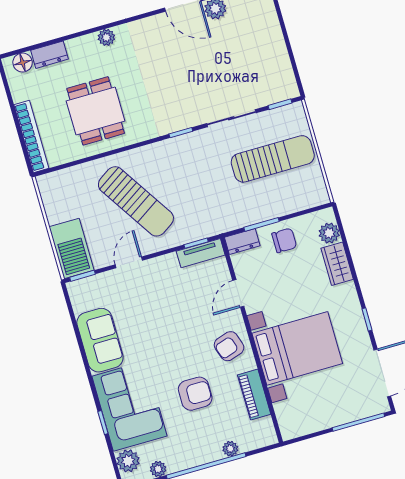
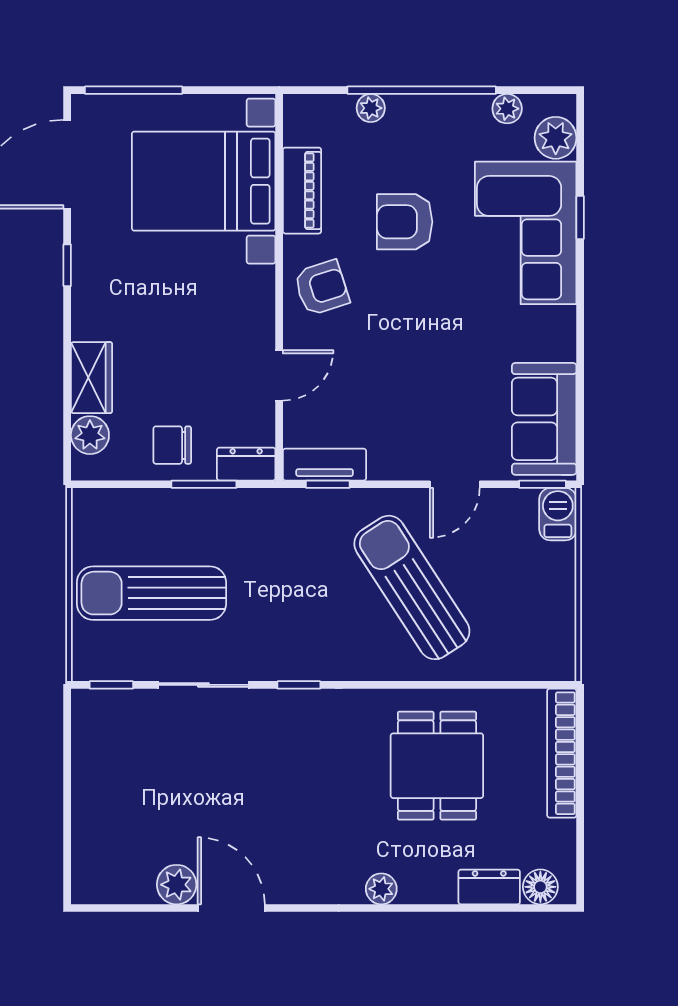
barbecue: (72, 249) -> (558, 514), width x0.53, depth x0.65
sofa: (100, 340) -> (544, 419), moved
bed with nightstands: (297, 348) -> (204, 181), moved

